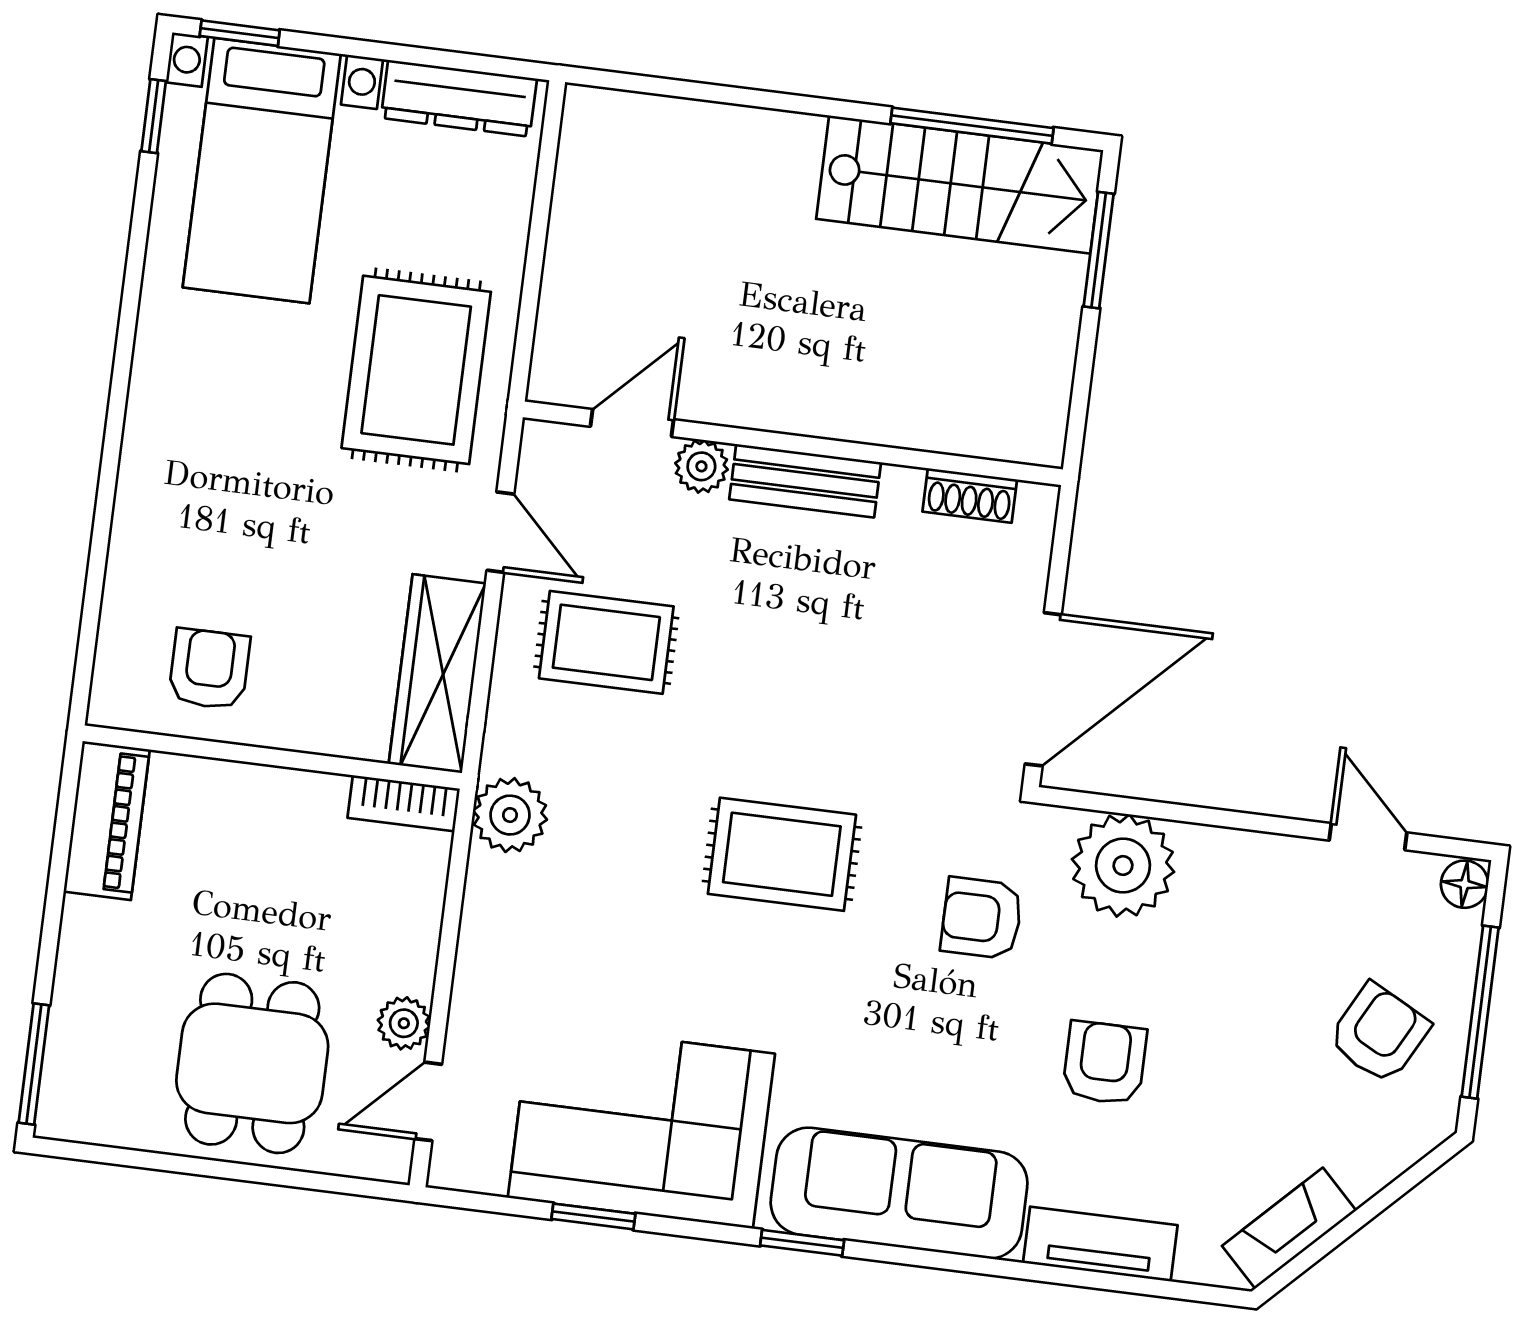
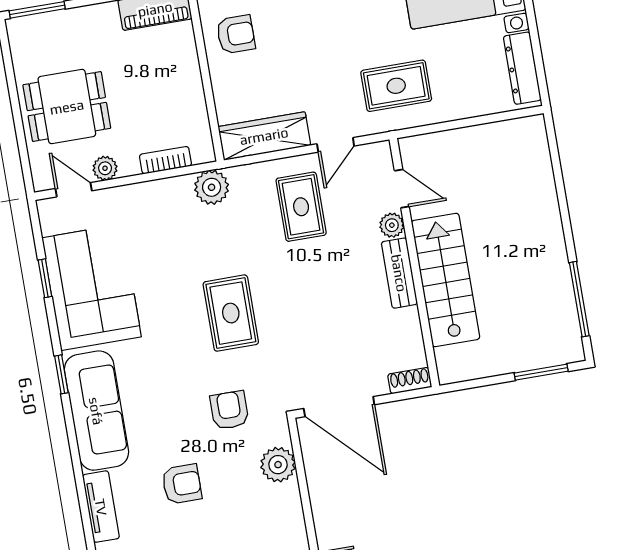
stairs: (960, 185) -> (445, 280), moved, turned 180
rug: (416, 370) -> (396, 86), width x0.73, depth x0.70
shoe rack: (970, 496) -> (410, 381), moved, turned 90
bookcase: (404, 803) -> (165, 160), moved, turned 90
plant: (1123, 865) -> (278, 465), width x0.73, depth x0.73

